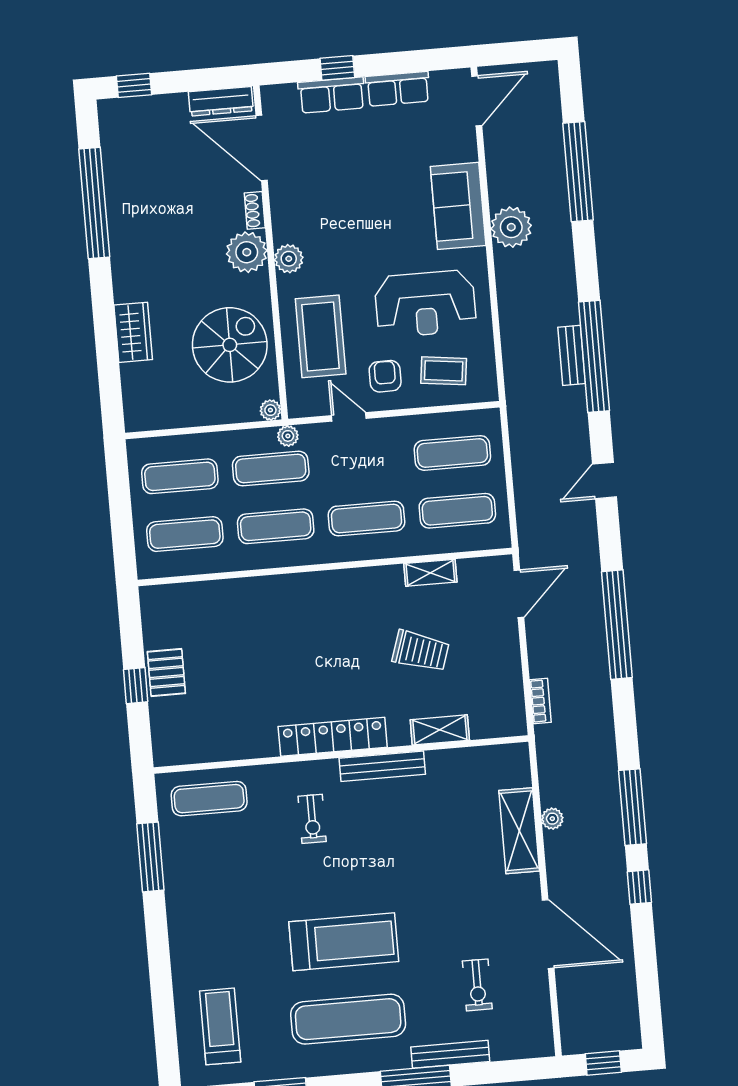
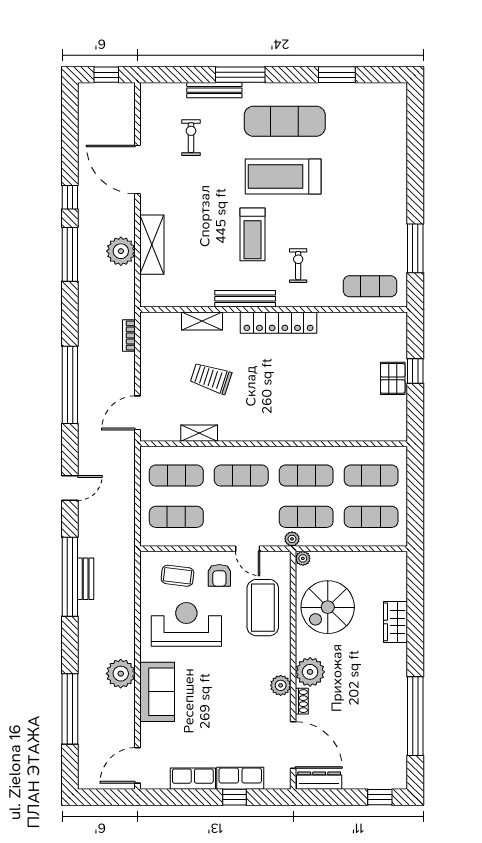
plant: (289, 259) -> (281, 685), moved
plant: (552, 819) -> (121, 251), width x1.88, depth x1.88
treadmill: (220, 1026) -> (253, 234), moved

